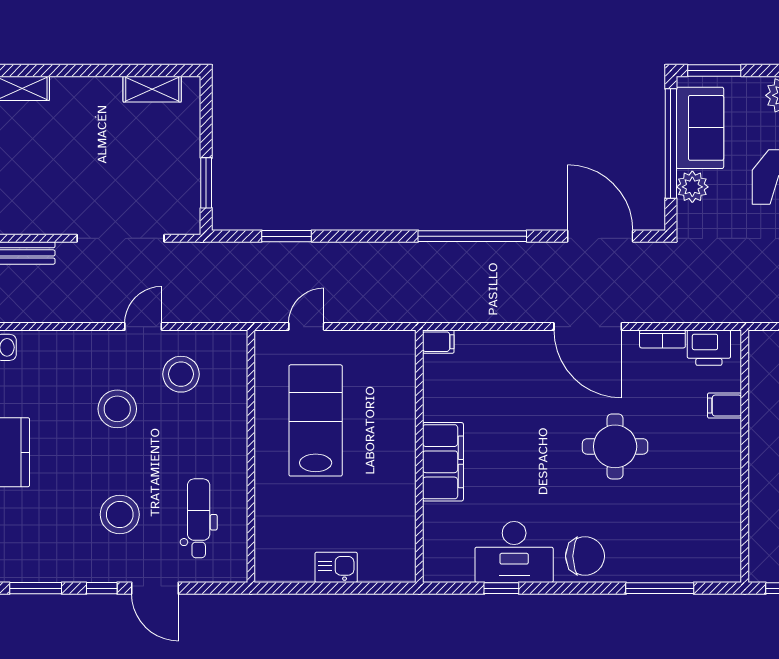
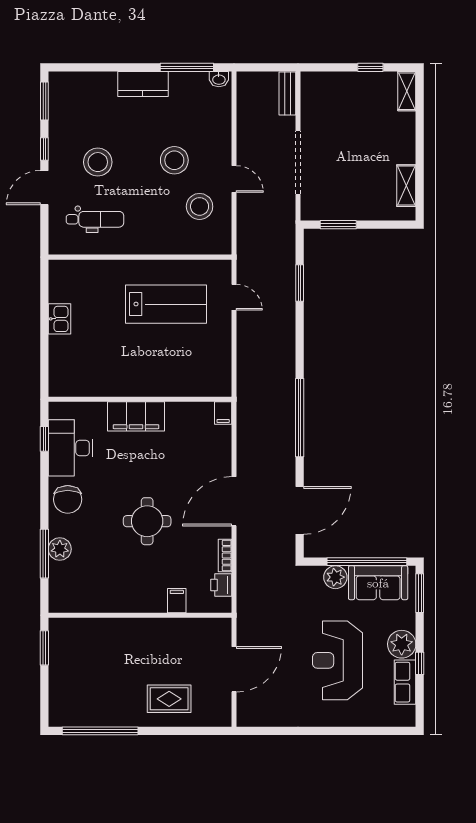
filing cabinet: (438, 342) -> (223, 413), moved
printer: (709, 348) -> (221, 585), width x0.73, depth x0.81
wall: (419, 456) -> (140, 399), moved
filing cabinet: (443, 462) -> (136, 416), moved
plant: (653, 567) -> (60, 549), added

